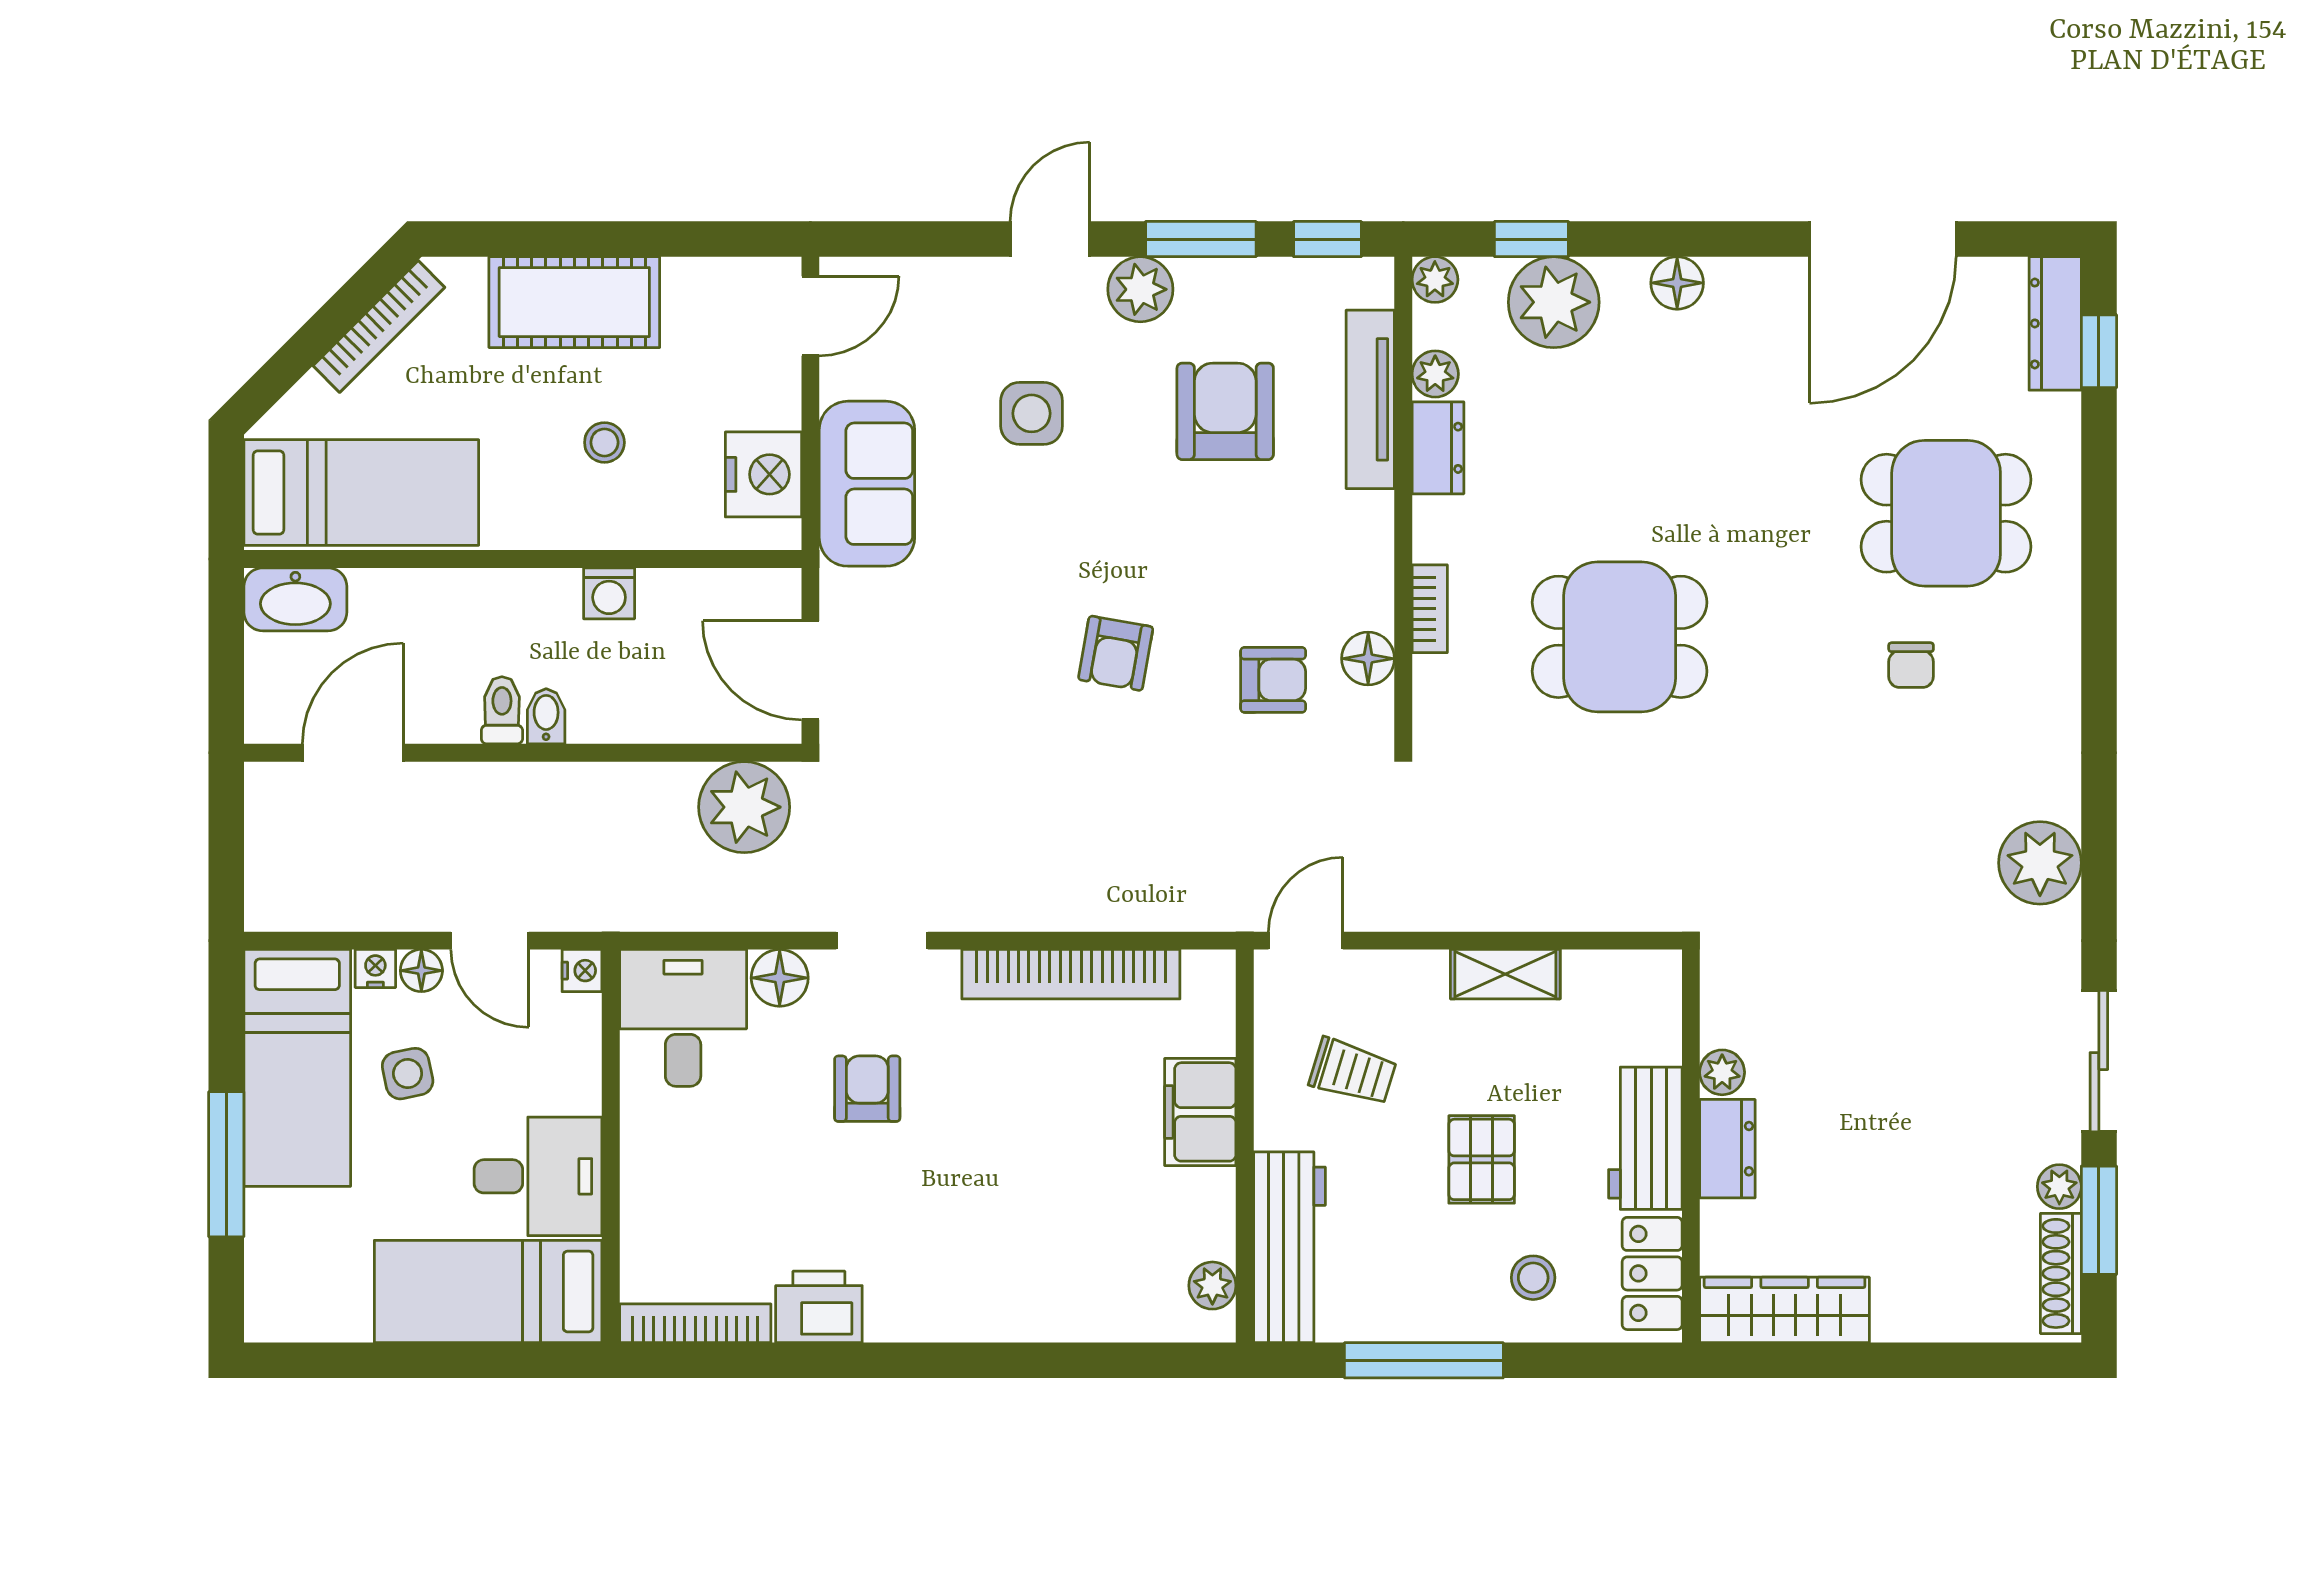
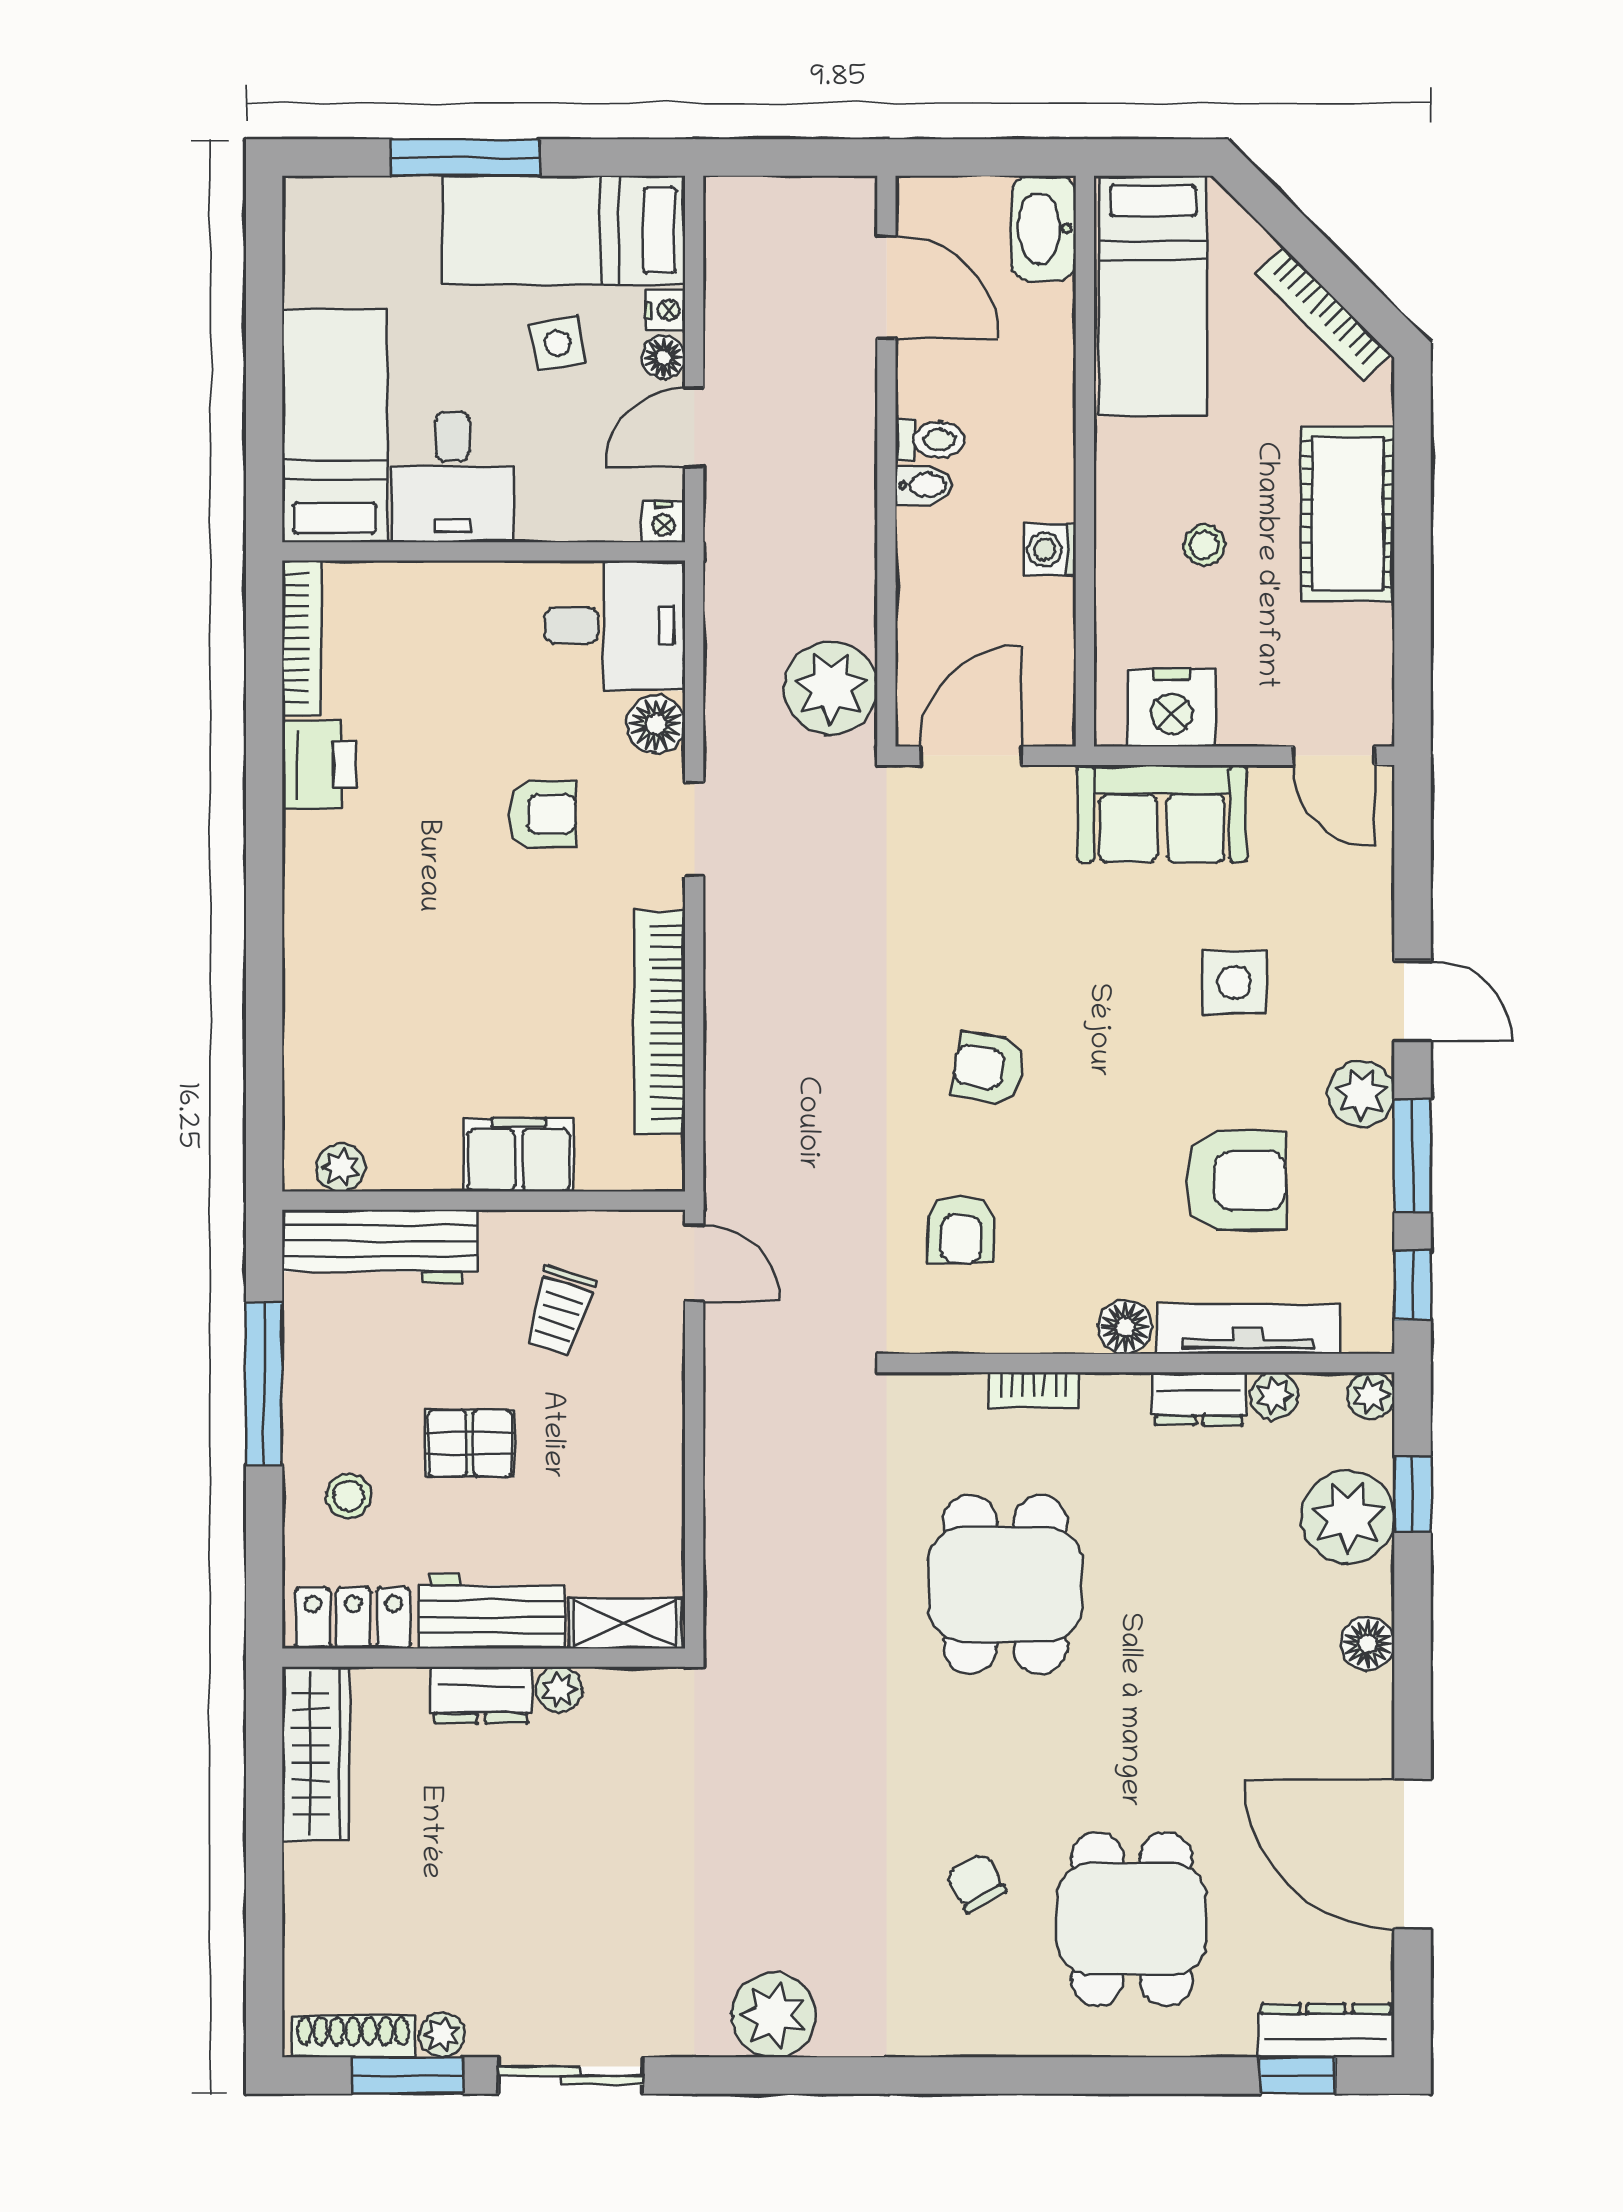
floor lamp: (1368, 659) -> (1125, 1327), moved
chair: (1911, 665) -> (976, 1883), turned 60
shelving: (1505, 974) -> (626, 1623), moved, turned 90

